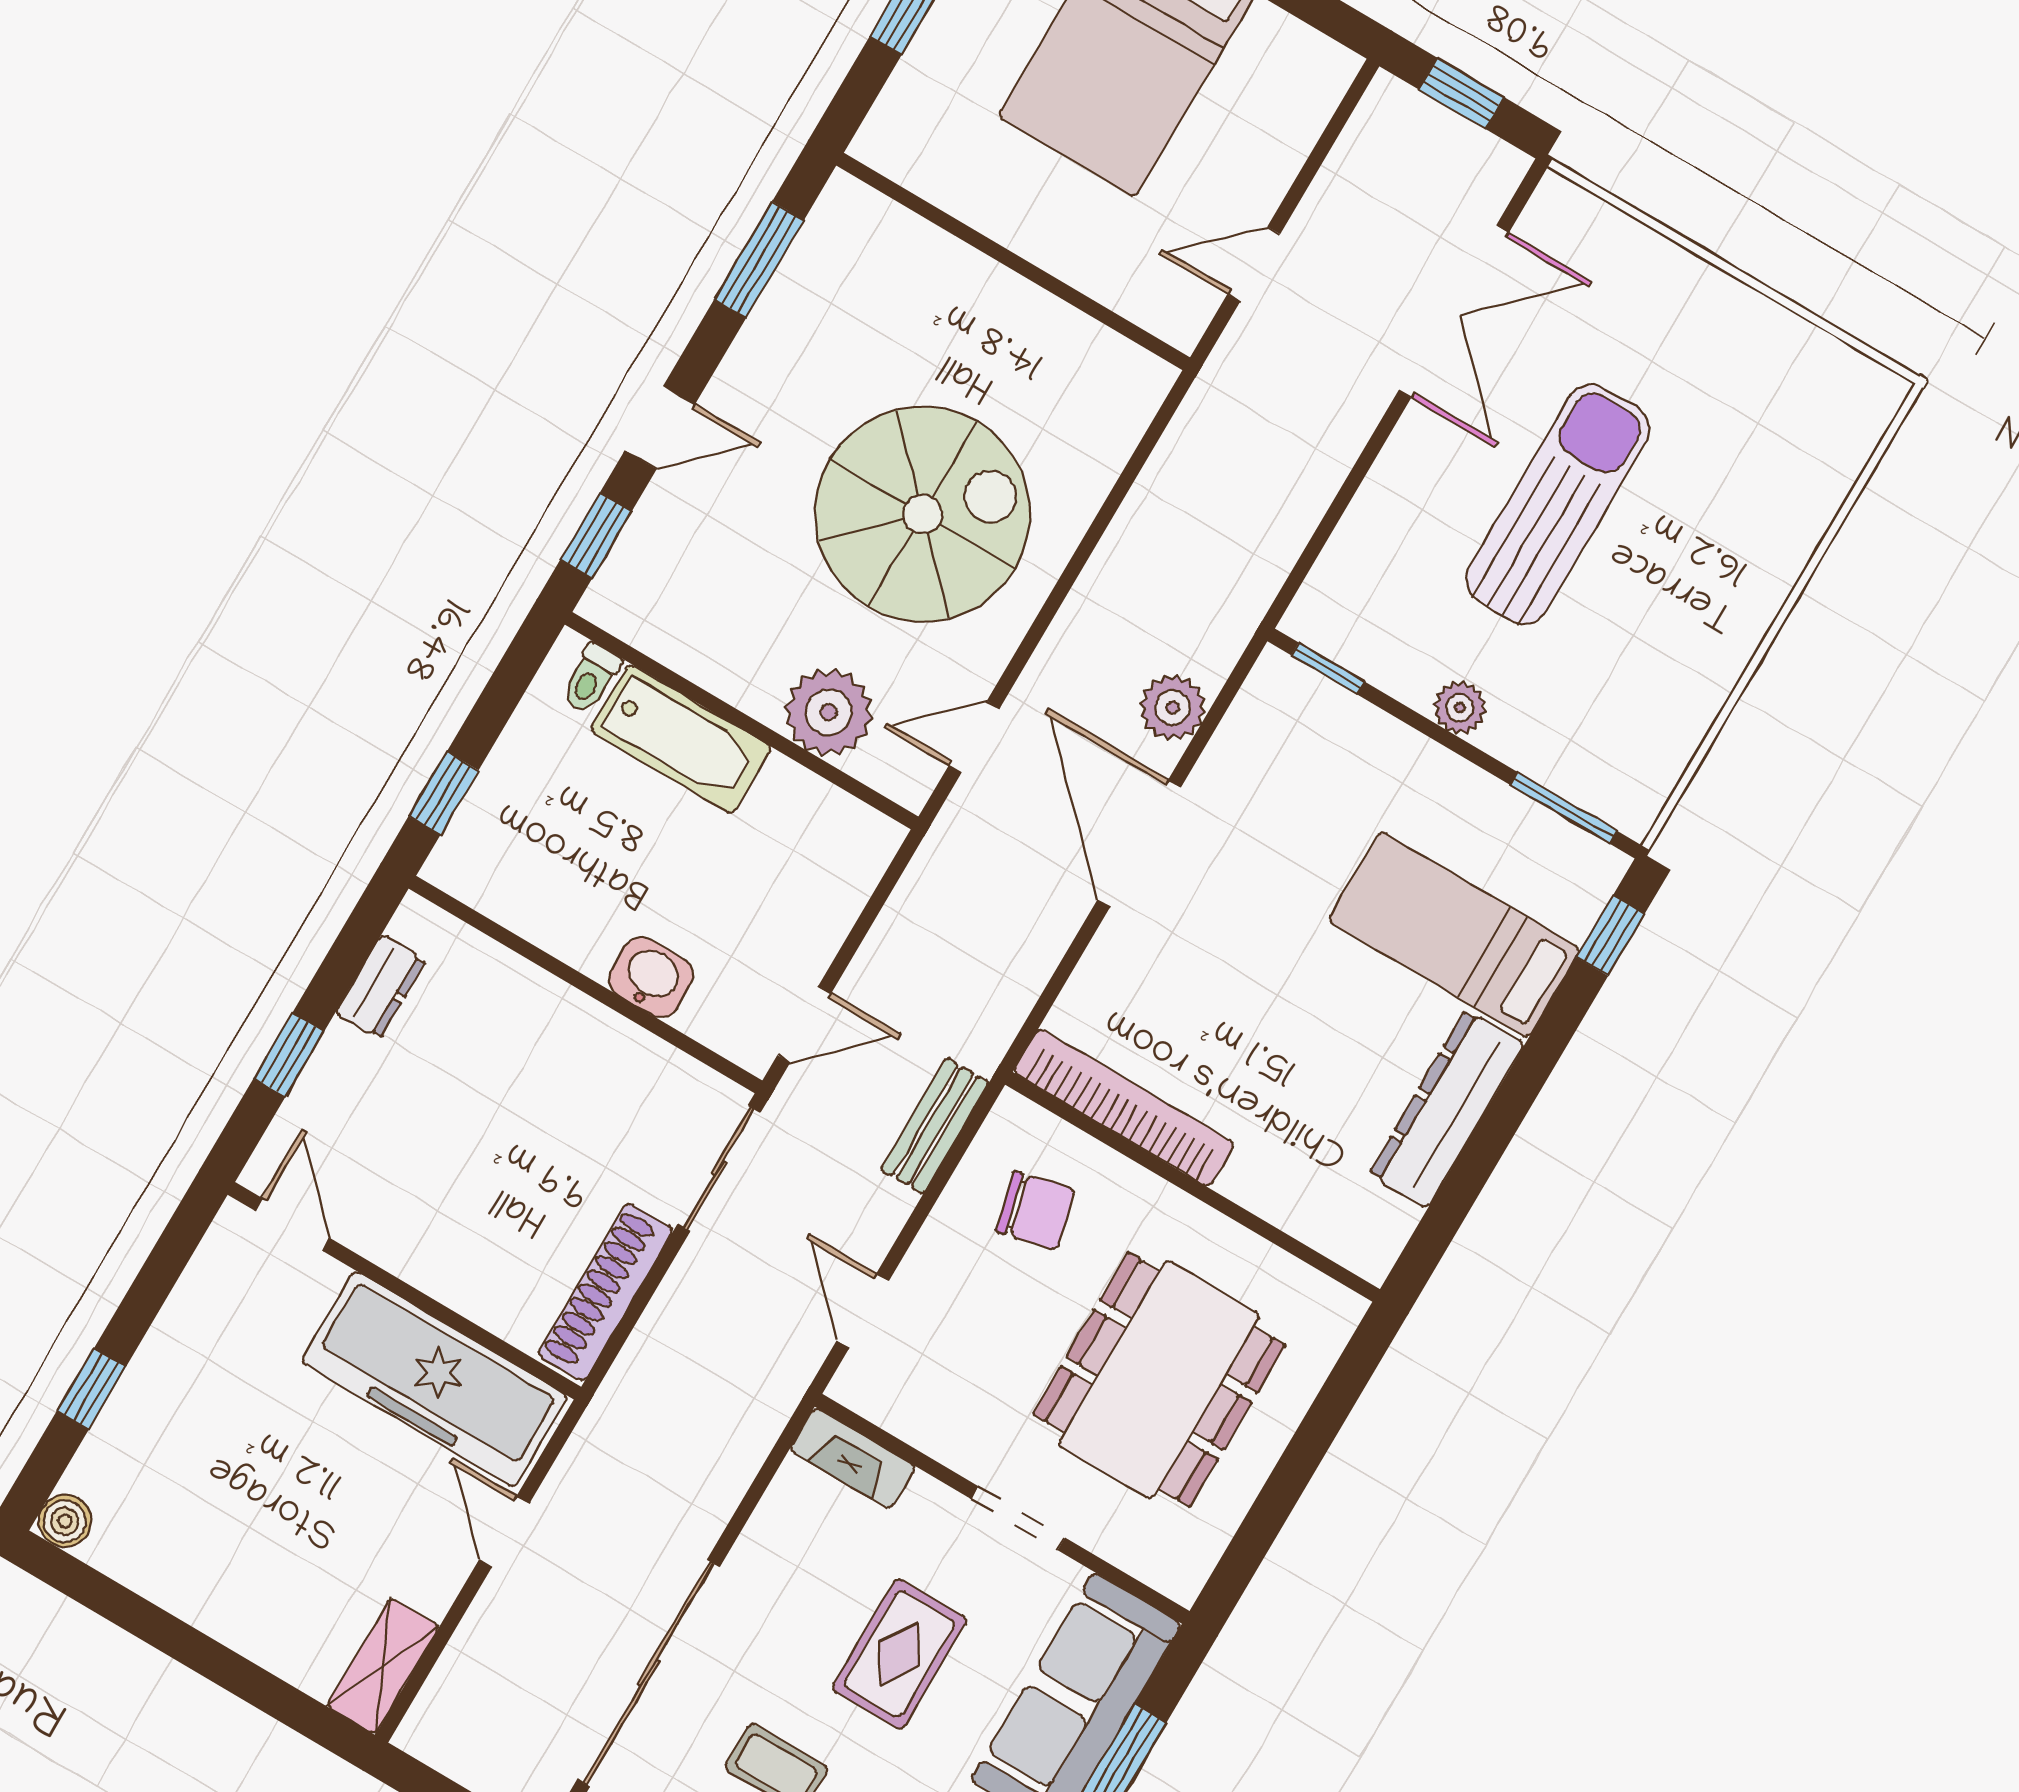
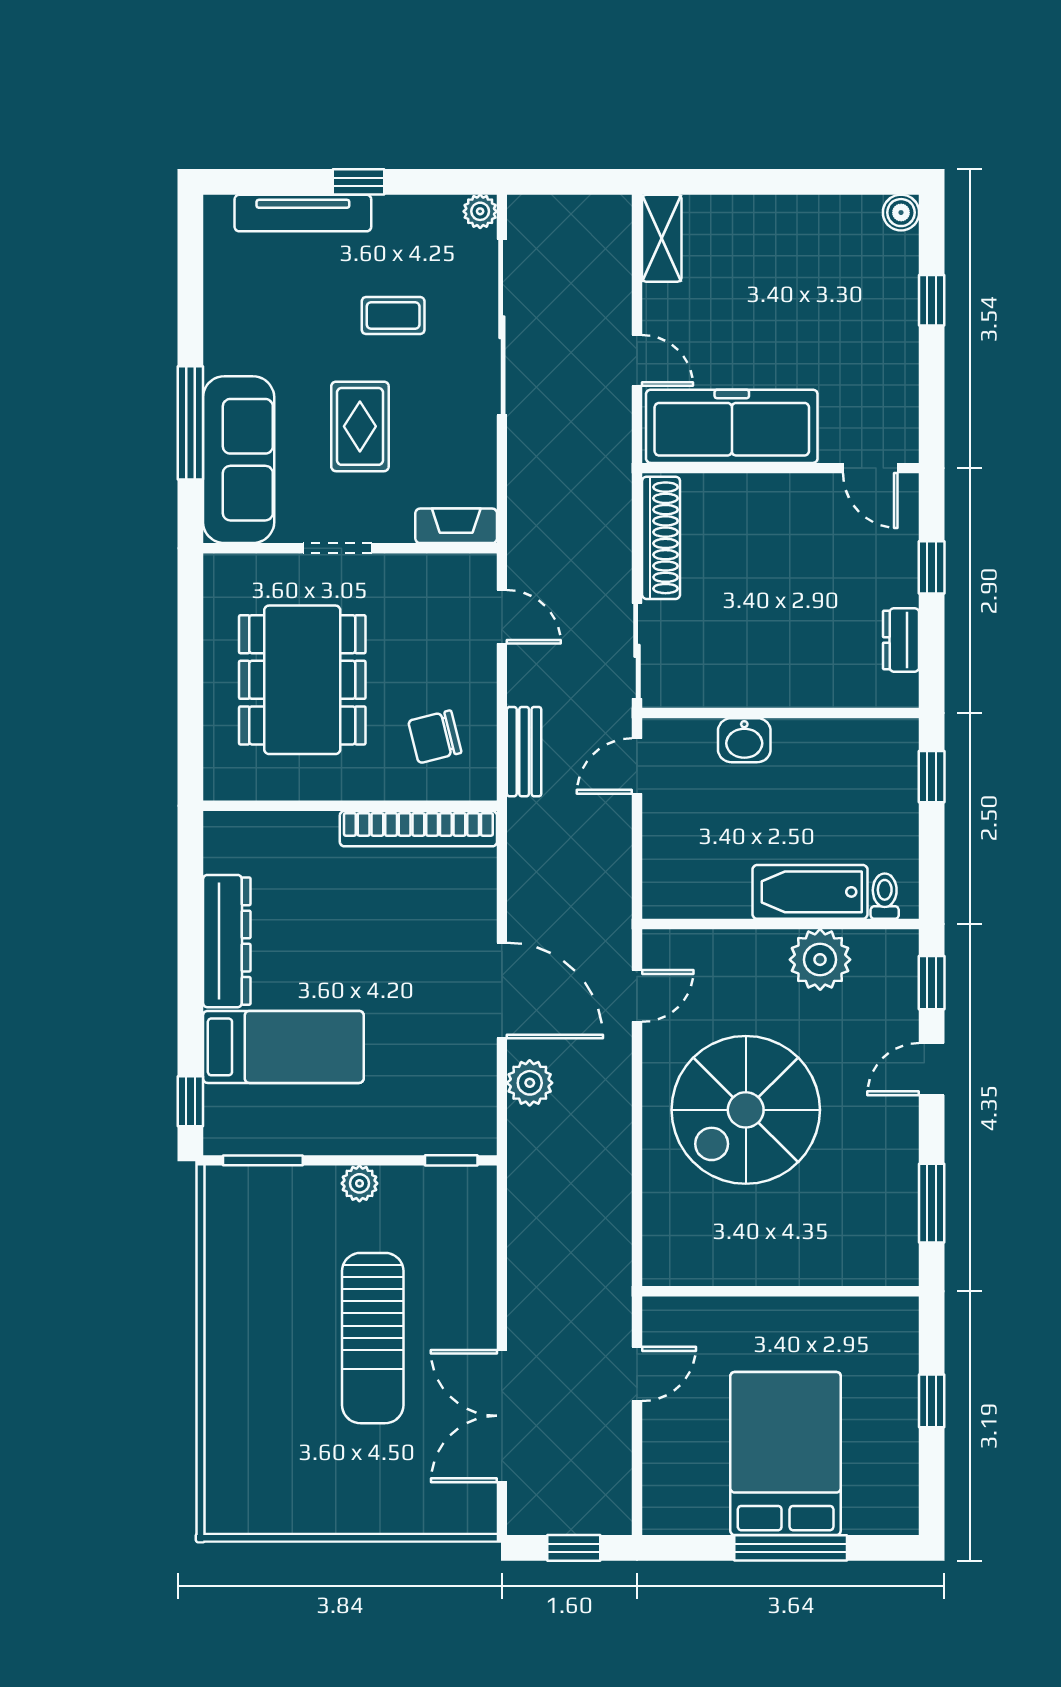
plant: (829, 712) -> (820, 960), moved

